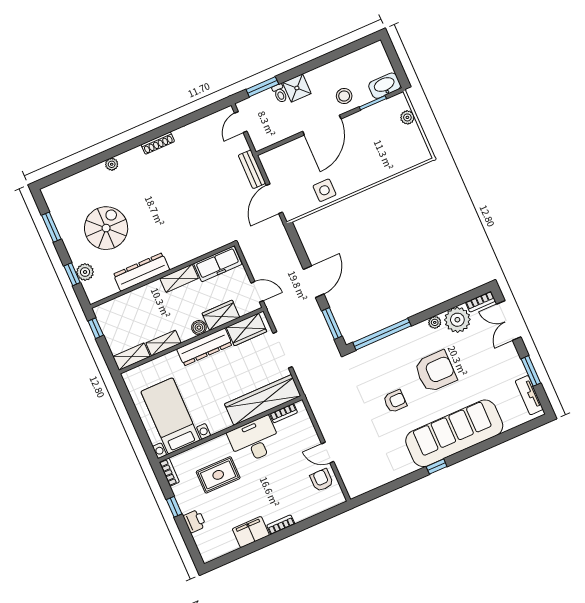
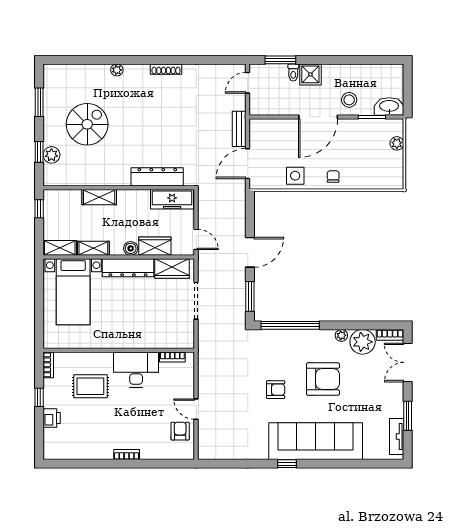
chair: (361, 175) -> (333, 177), added
dresser: (141, 272) -> (157, 177), moved
shelving: (179, 278) -> (99, 197), moved
wardrobe: (263, 400) -> (159, 337), removed
bed with nightstands: (170, 416) -> (73, 292), moved, turned 180
filing cabinet: (251, 532) -> (97, 449), removed

